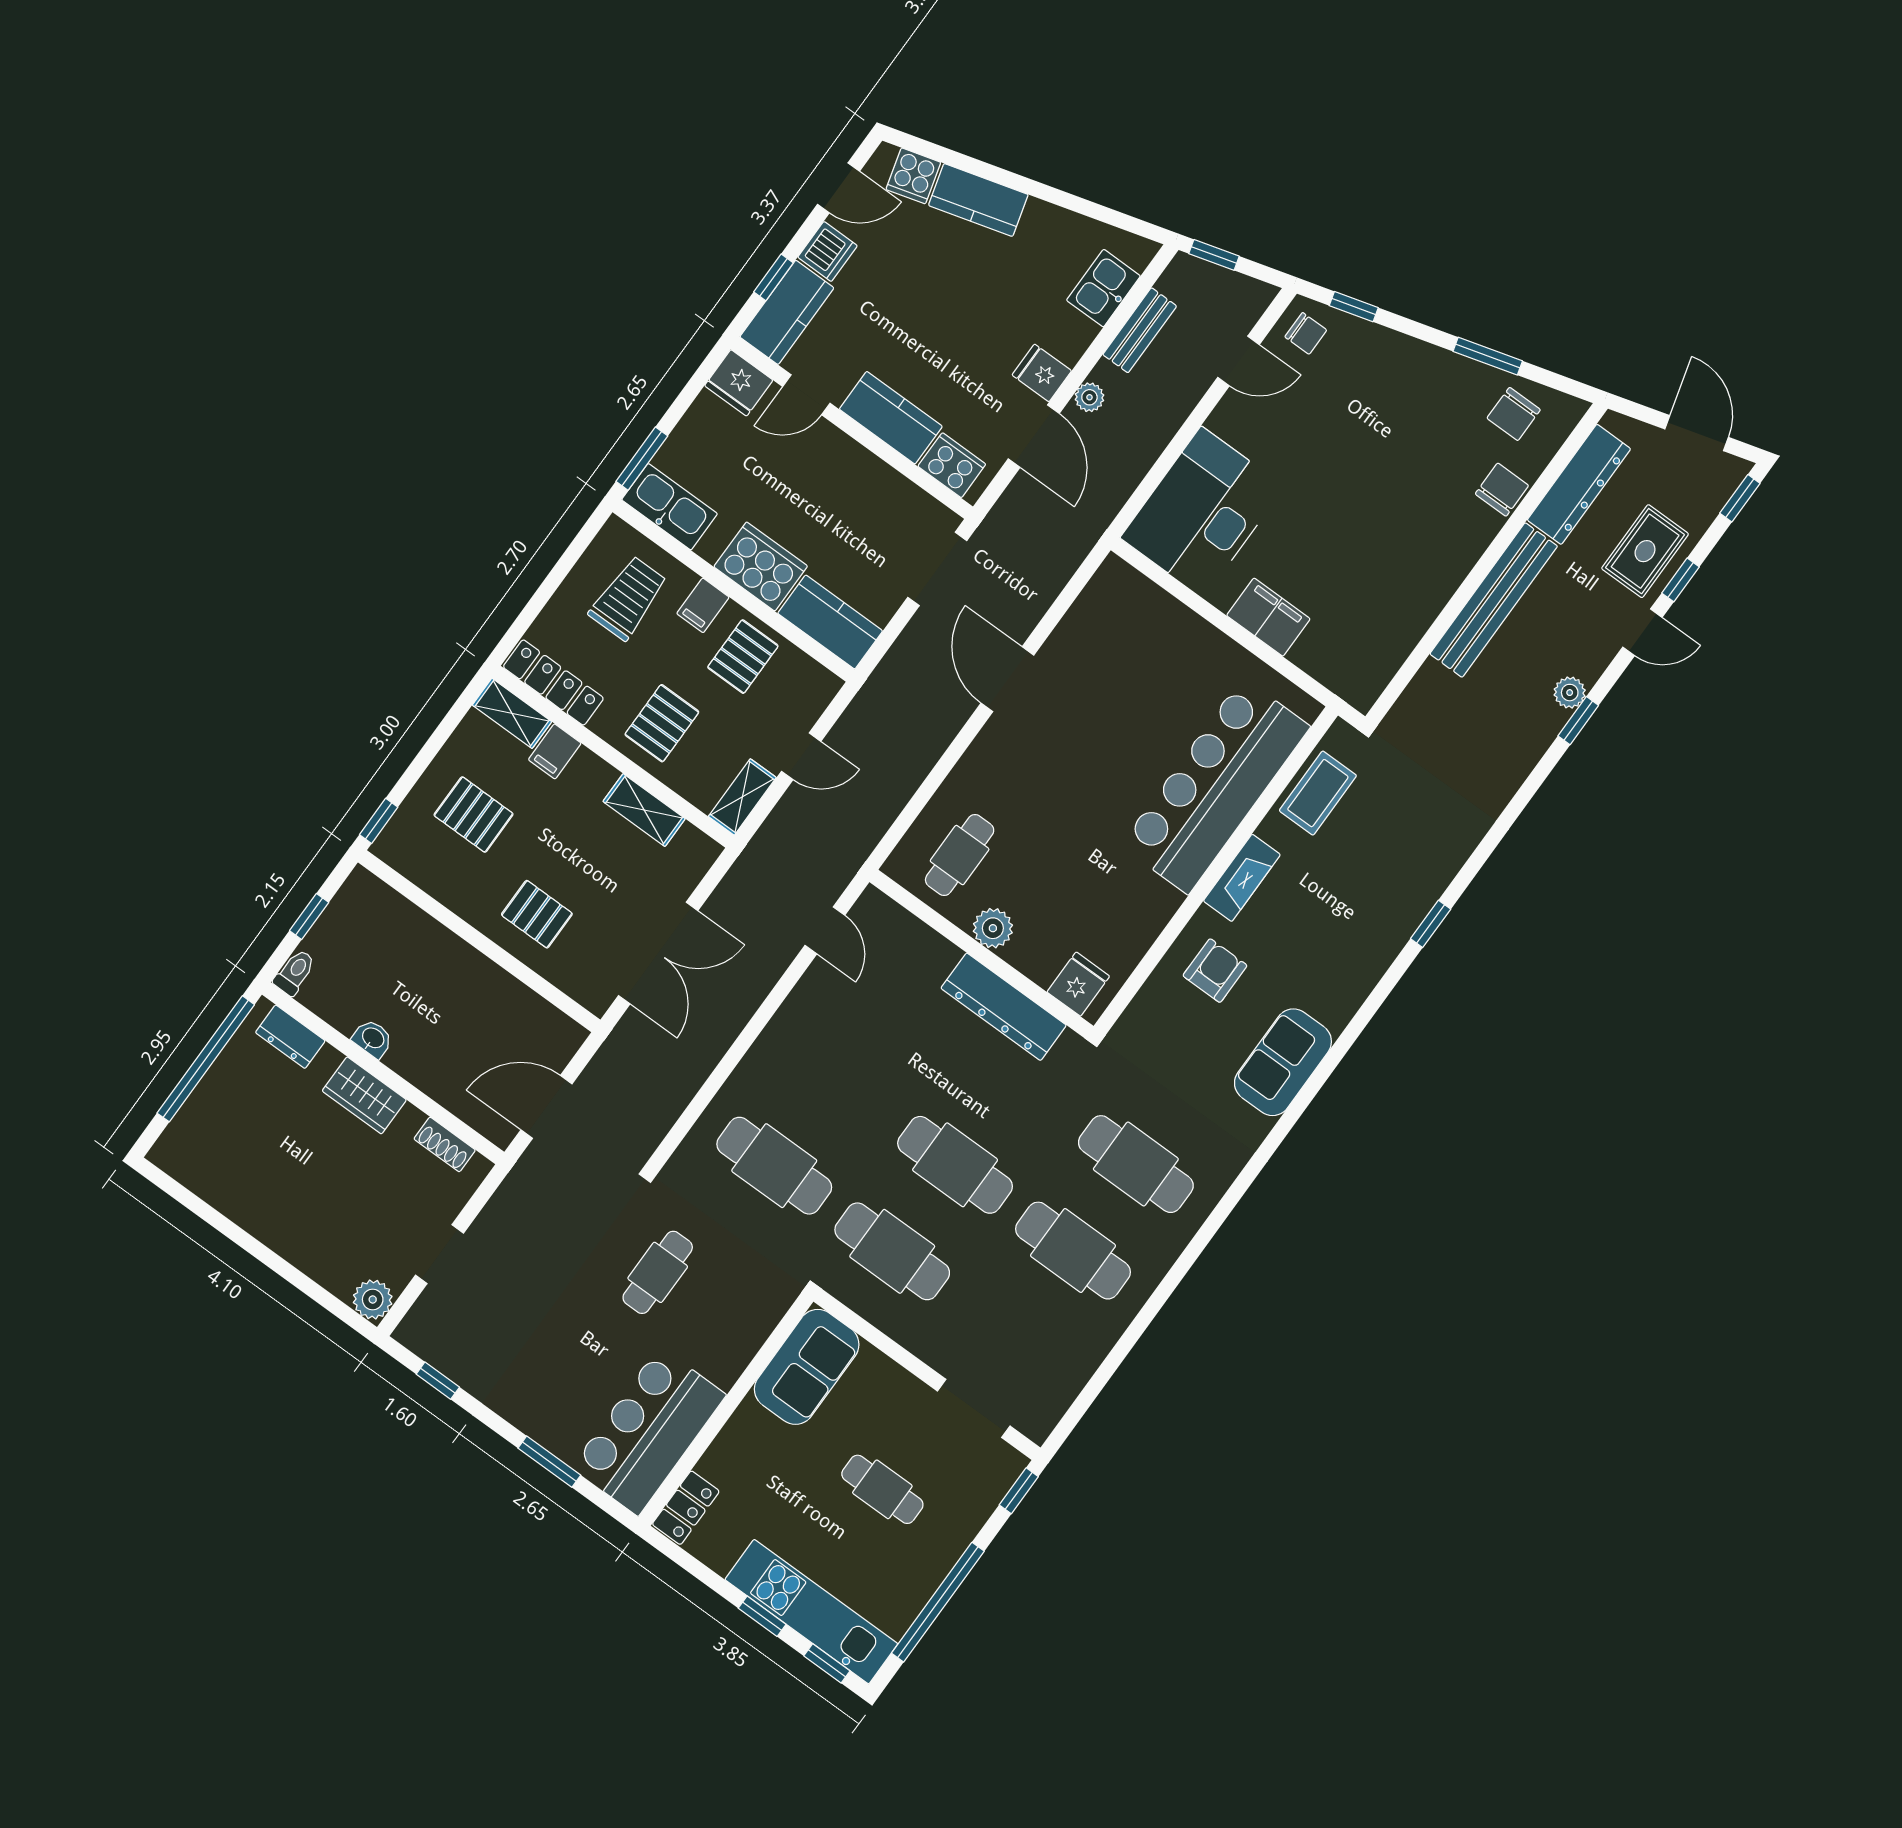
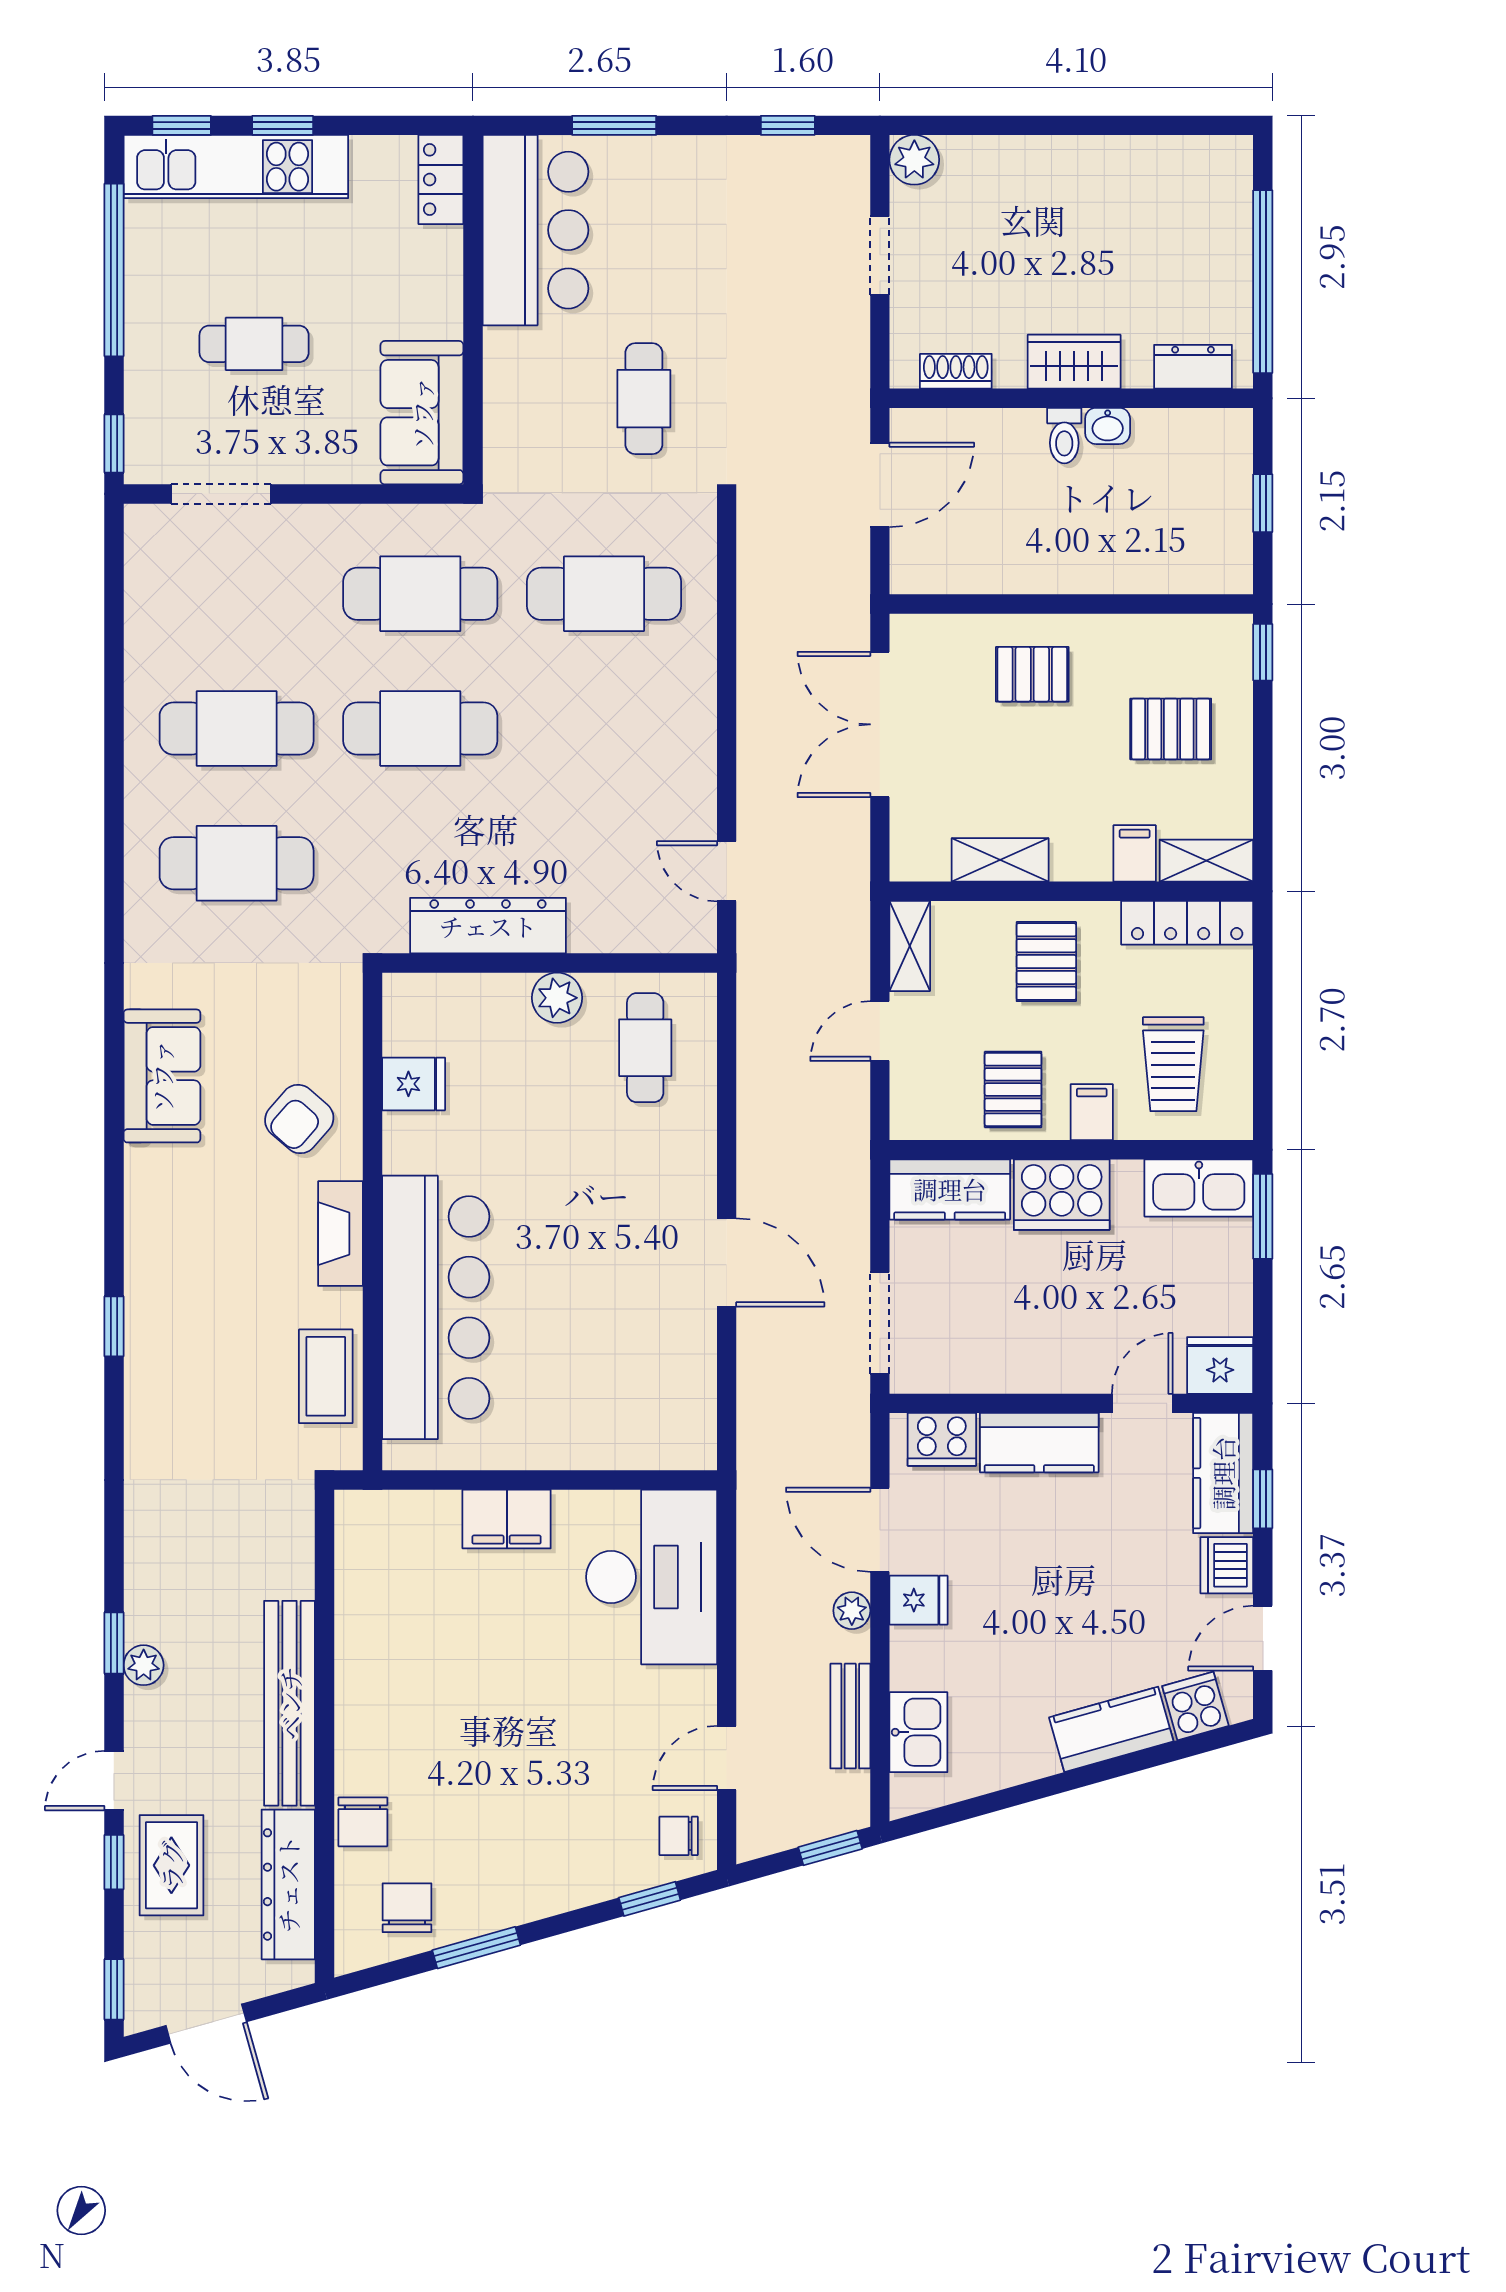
armchair: (1215, 971) -> (299, 1119), turned 41
toilet: (295, 972) -> (1064, 436), moved
fridge: (1078, 984) -> (414, 1084), moved, turned -90

